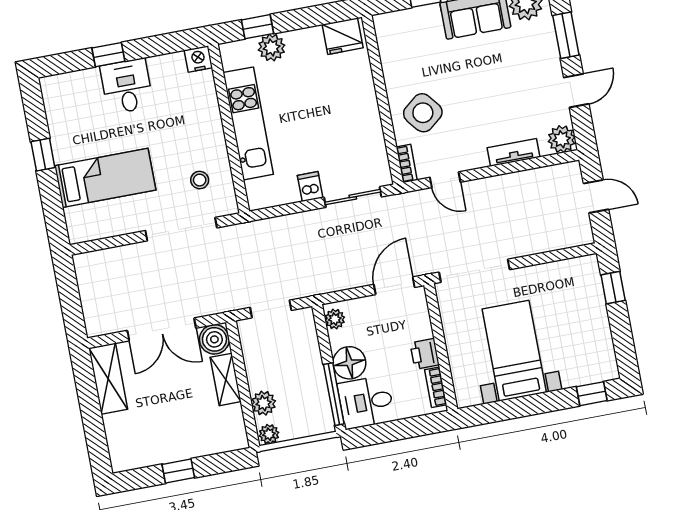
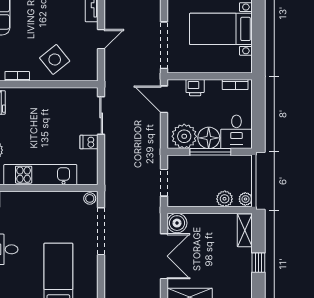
bookcase: (407, 164) -> (17, 76), moved
stool: (200, 180) -> (90, 198), moved
door: (445, 180) -> (101, 39), moved
plant: (335, 319) -> (184, 136), width x1.88, depth x1.88
printer: (425, 354) -> (195, 88), moved
shelving: (226, 379) -> (245, 230), moved, turned 90
window: (334, 394) -> (210, 152), moved

